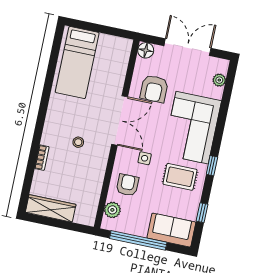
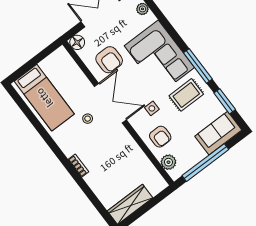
stool: (78, 142) -> (88, 119), moved
bookcase: (42, 158) -> (78, 166), moved
window: (212, 166) -> (198, 66), width x2.17
armchair: (127, 185) -> (160, 137), turned 180
window: (202, 213) -> (225, 101), width x1.50

